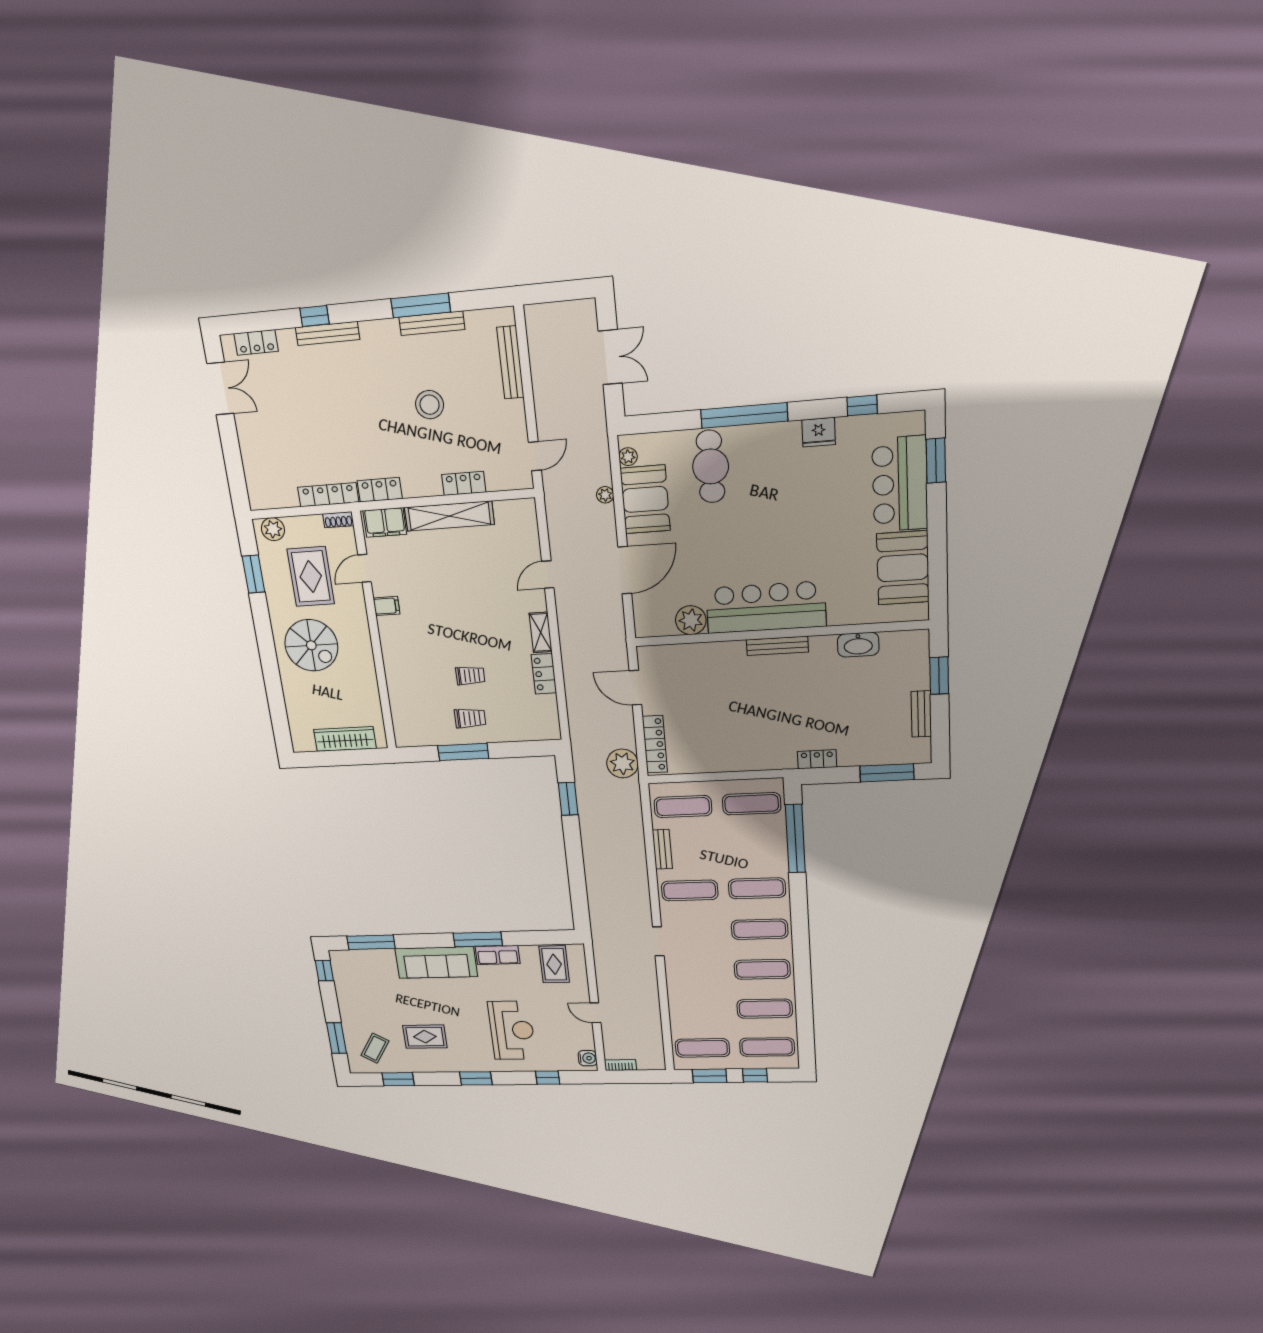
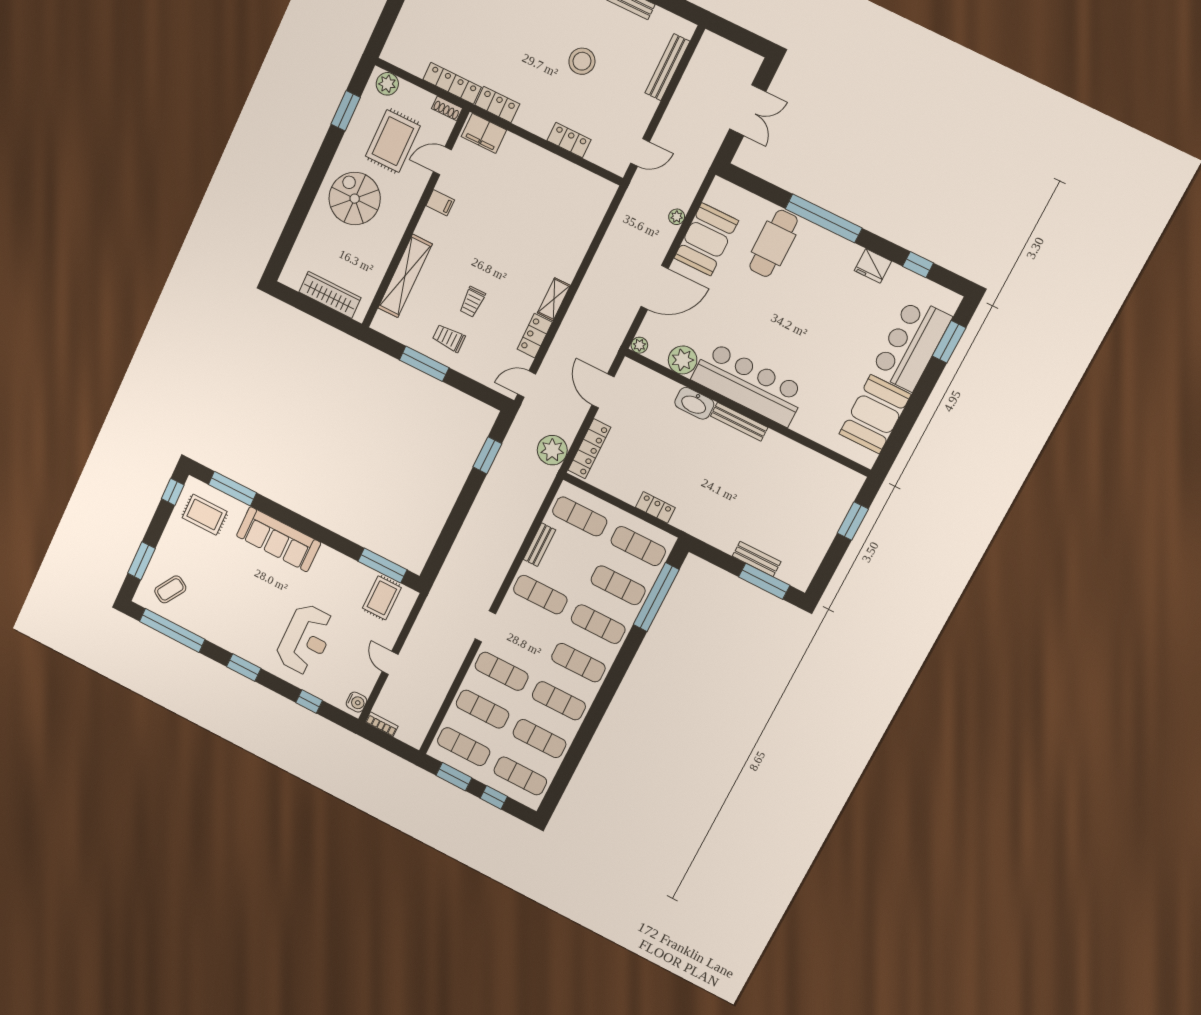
plant: (628, 457) -> (639, 345), moved
shelving: (449, 516) -> (405, 276), moved, turned 90
door: (548, 575) -> (527, 384), moved
spiral stairs: (311, 645) -> (355, 199), turned 180
washbasin: (858, 645) -> (694, 403), moved
trolley: (470, 676) -> (472, 302), turned 90
bench: (921, 714) -> (757, 559), moved, turned 90
trolley: (470, 718) -> (449, 338), turned 180
locker: (817, 759) -> (655, 507), moved
exercise mat: (754, 846) -> (618, 585), added
window: (478, 939) -> (382, 565), moved
row of seats: (498, 955) -> (337, 562), removed
exercise mat: (696, 971) -> (502, 671), added
exercise mat: (699, 1010) -> (483, 709), added
rug: (425, 1037) -> (205, 515), moved
window: (398, 1079) -> (172, 630), width x2.11

